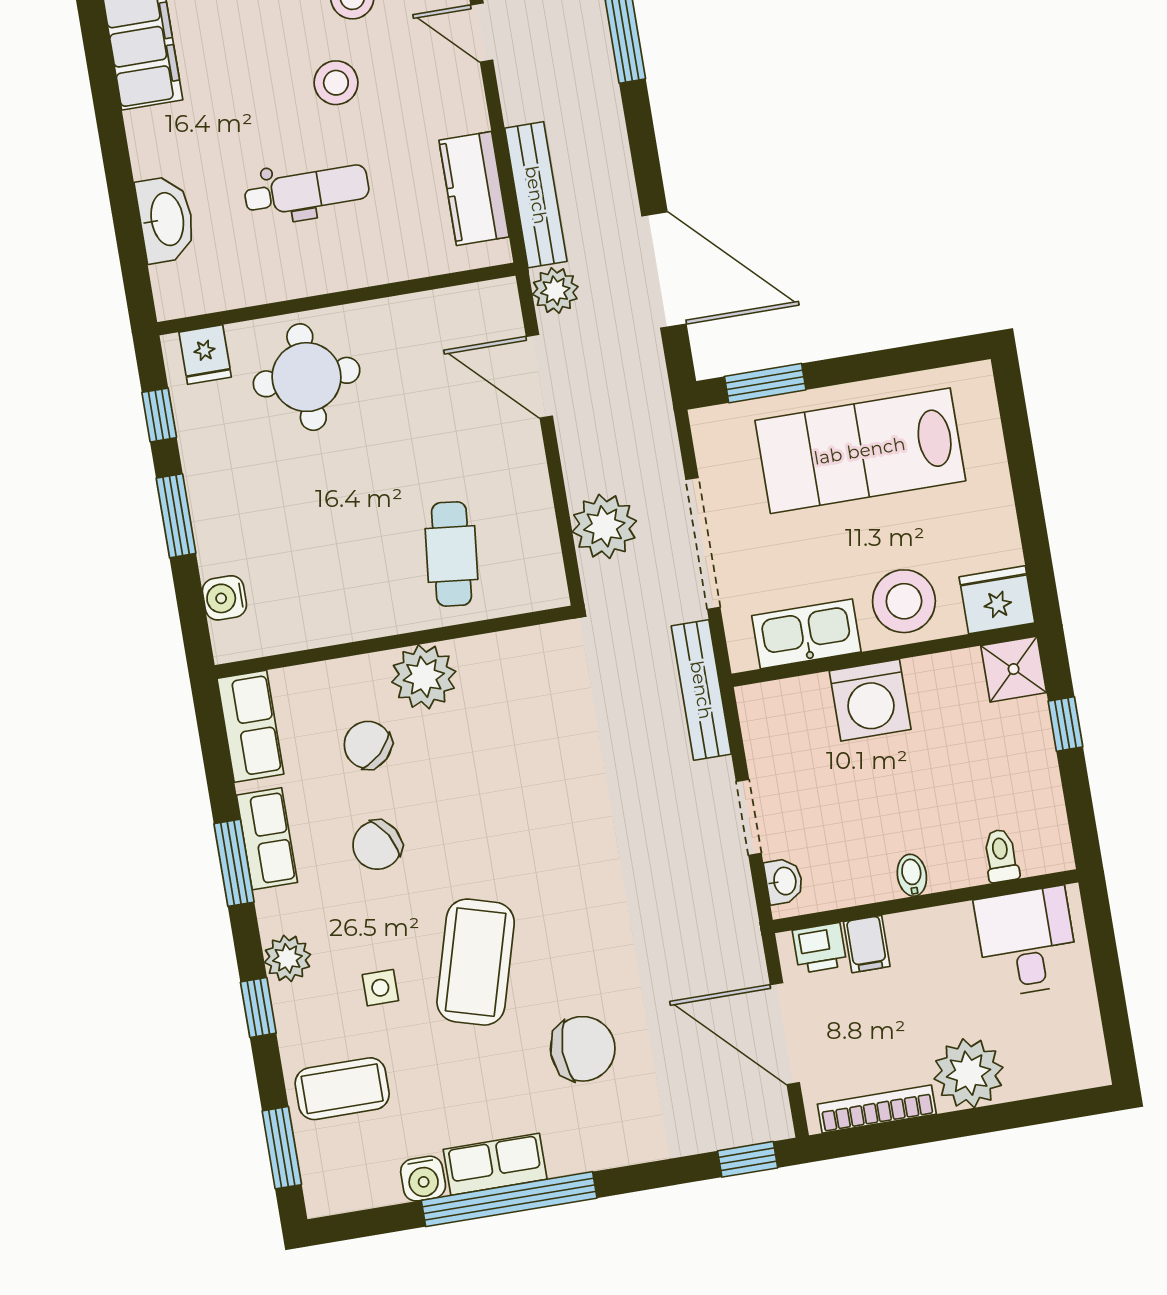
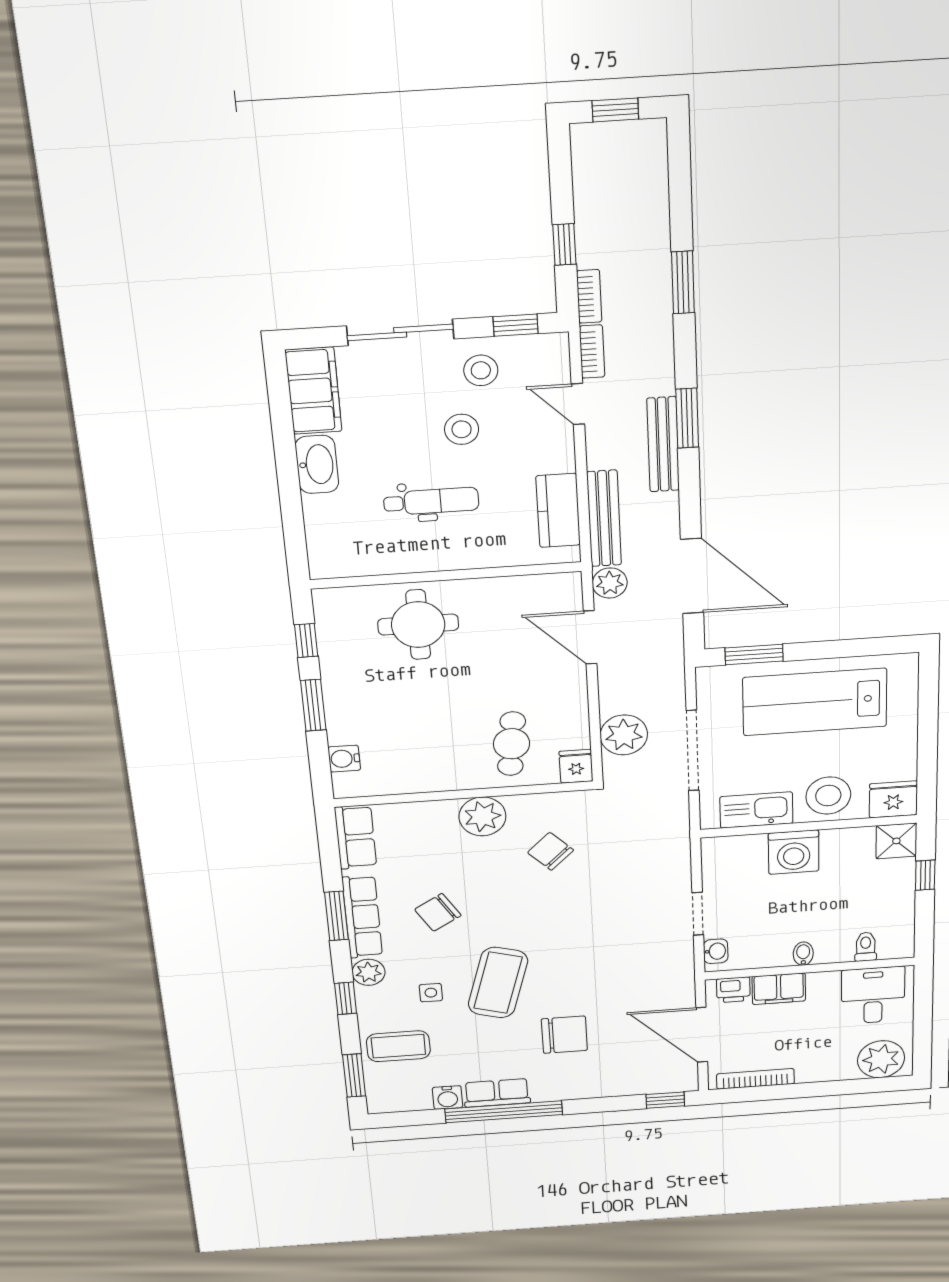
washbasin: (166, 219) -> (317, 464), moved
fridge: (205, 355) -> (576, 766), moved, turned 180
bench: (701, 690) -> (663, 444), moved
chair: (368, 745) -> (551, 851), moved
row of seats: (267, 839) -> (362, 917), width x1.48
filing cabinet: (867, 944) -> (779, 989), width x2.00
plant: (969, 1073) -> (881, 1059), moved

